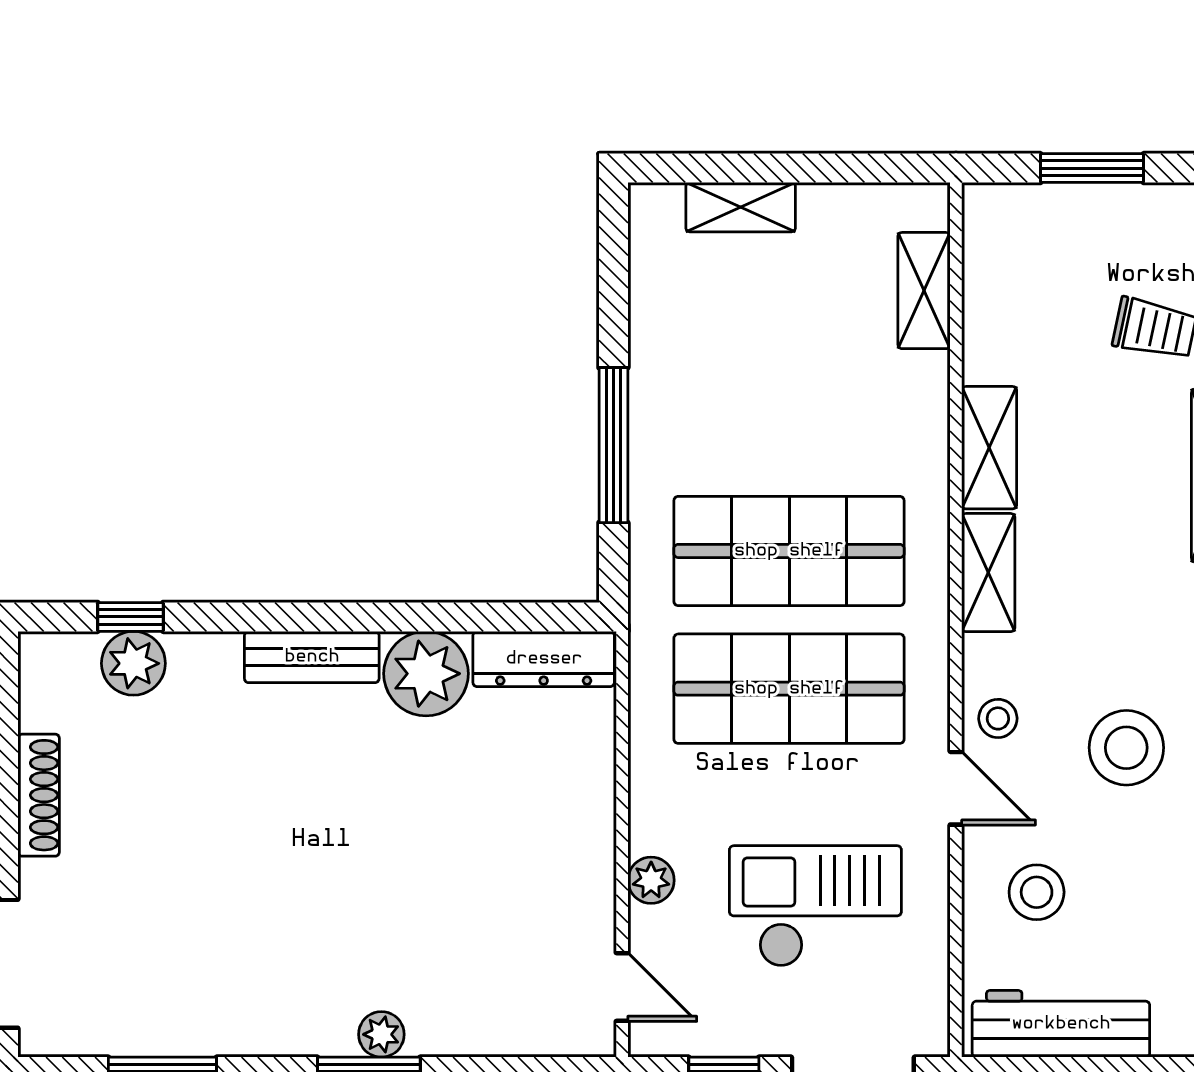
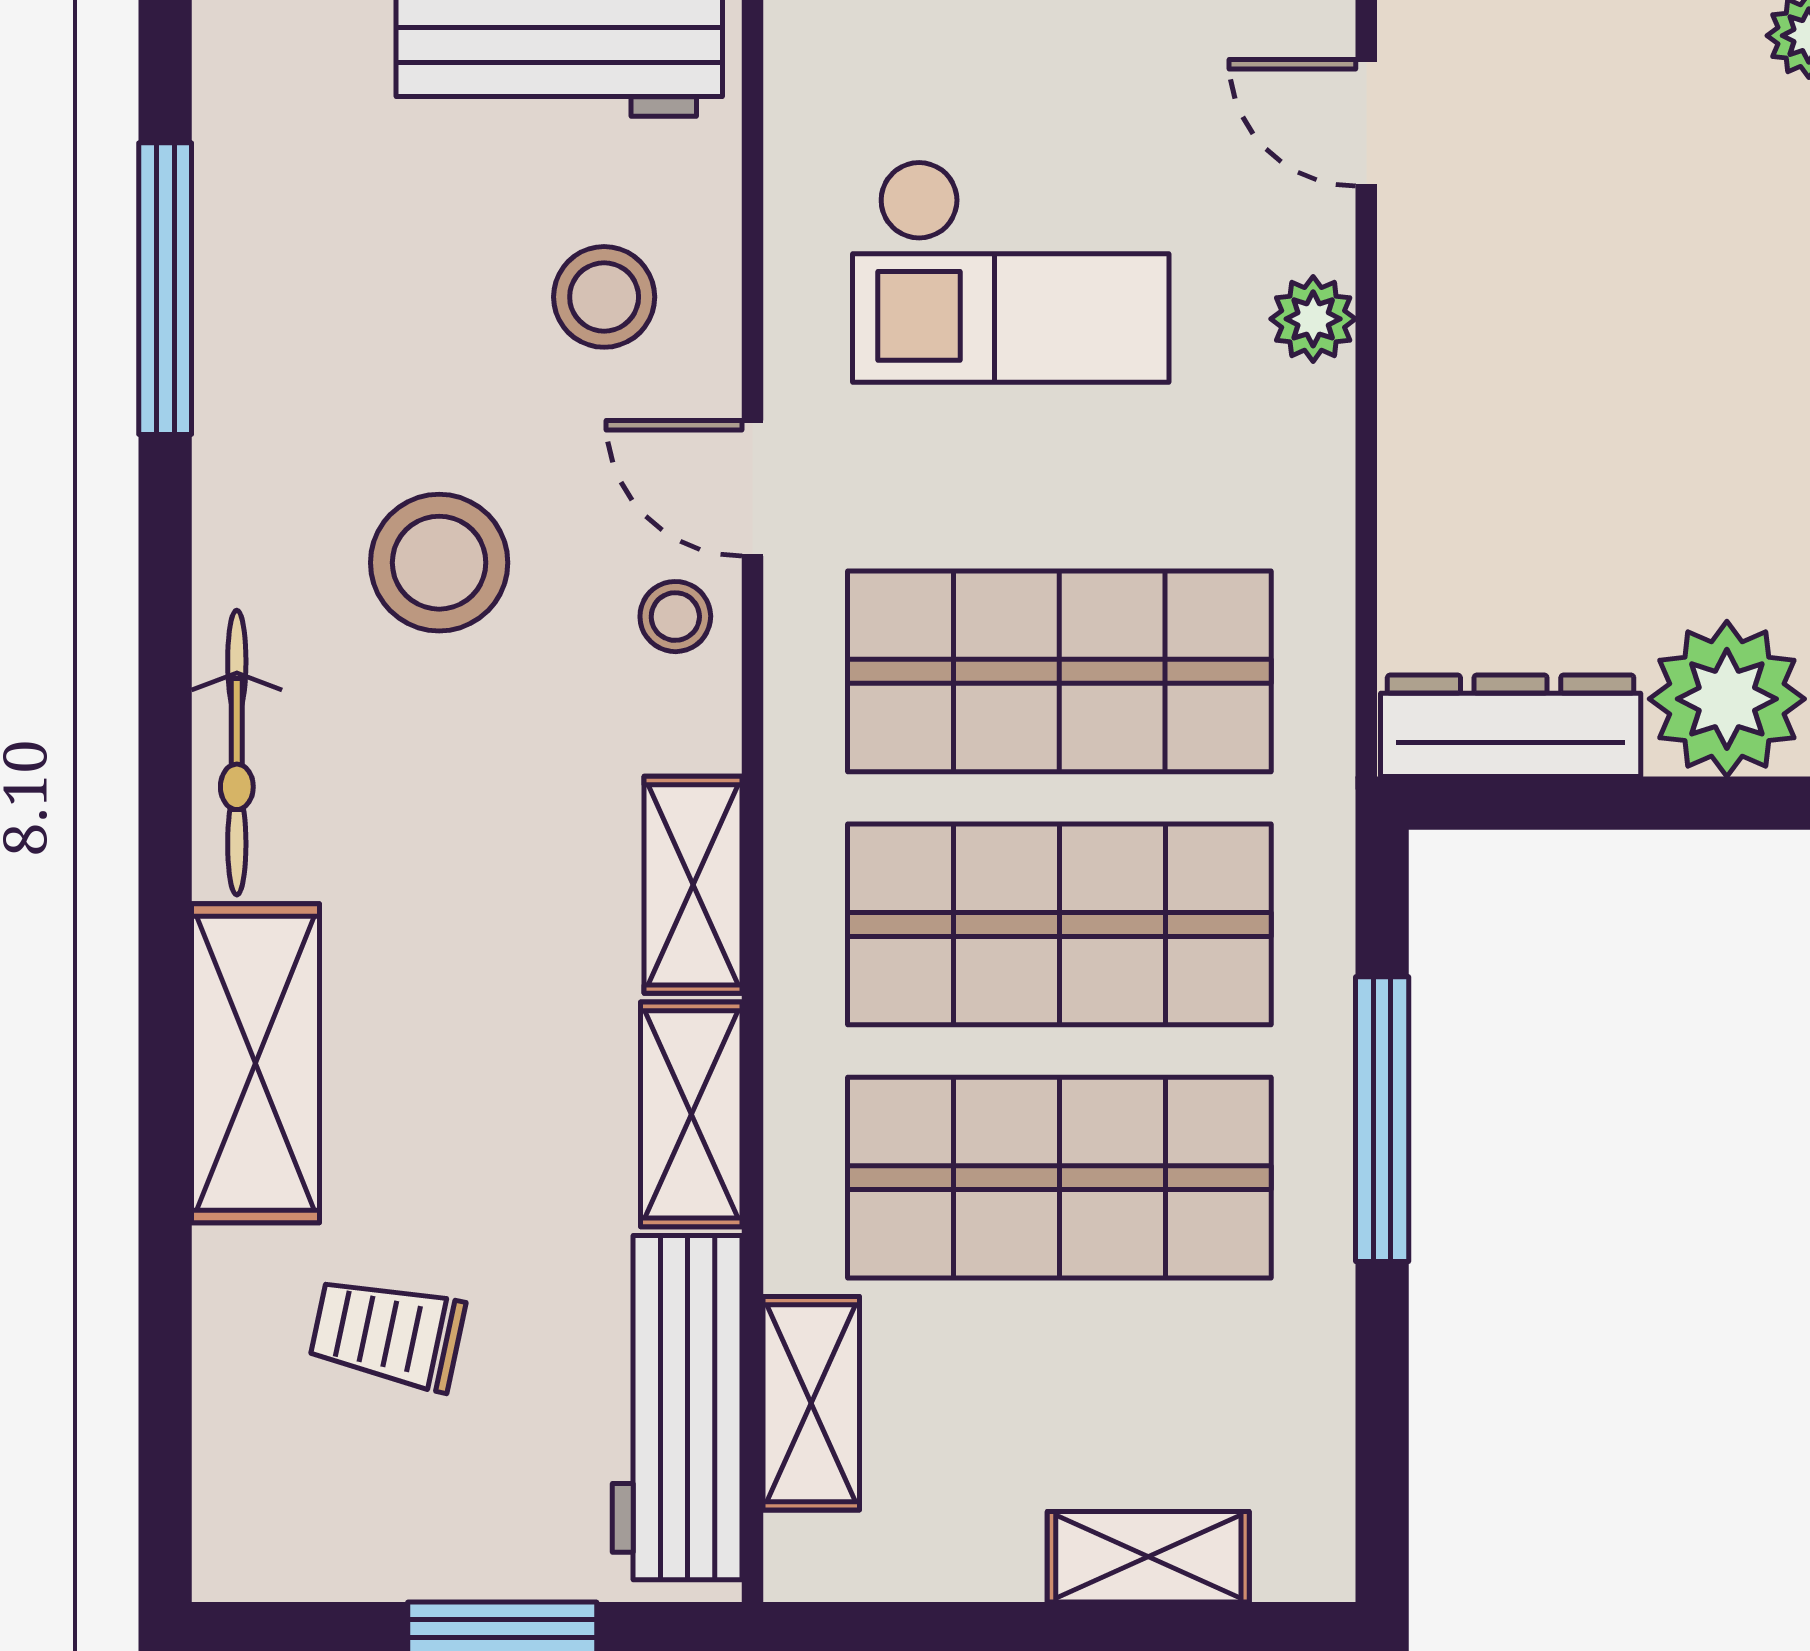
workbench: (997, 288) -> (677, 1408), added
shop shelf: (789, 413) -> (1059, 1178), added

